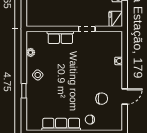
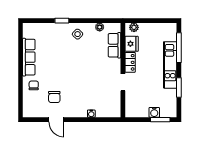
plant: (31, 18) -> (134, 27), added
fridge: (116, 19) -> (132, 44), moved, turned 90
locker: (66, 21) -> (130, 62), added
row of seats: (60, 37) -> (114, 45), moved

